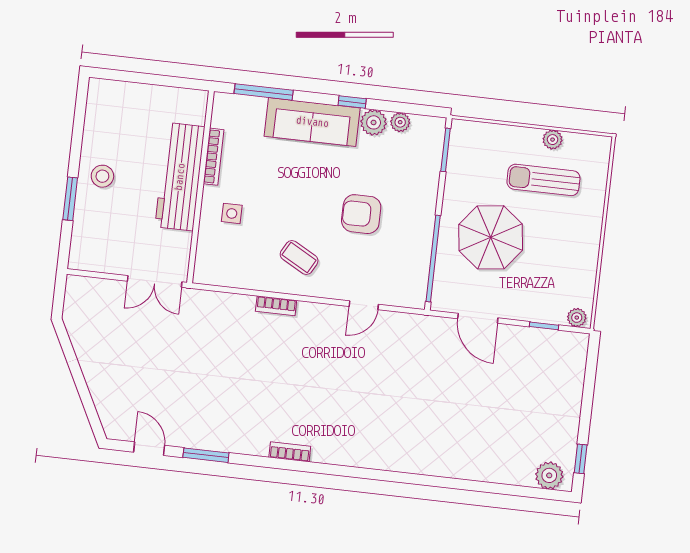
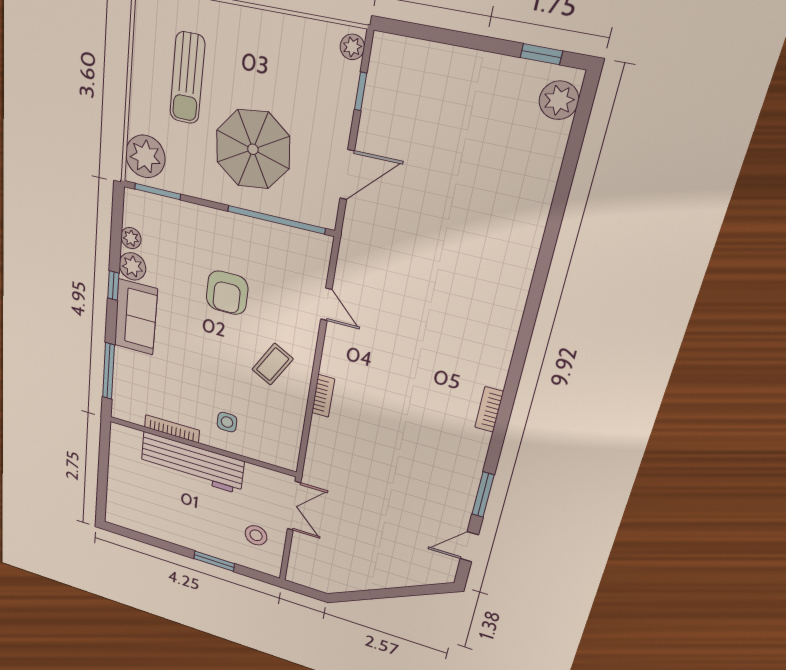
sofa: (312, 122) -> (136, 317), width x0.73
plant: (553, 140) -> (145, 156), moved, width x1.88, depth x1.88
stool: (102, 176) -> (256, 535), moved

